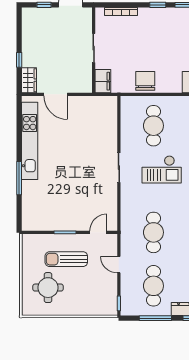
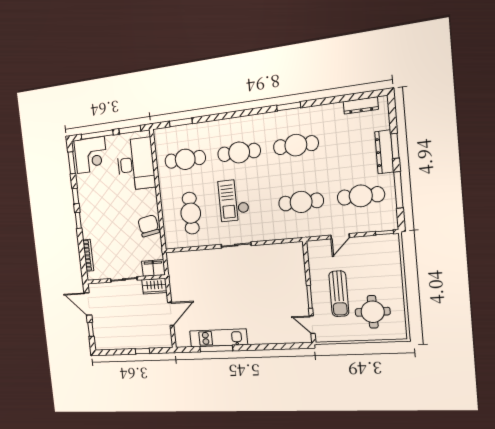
wardrobe: (29, 80) -> (154, 286), moved, turned 180
chair: (145, 81) -> (149, 226), turned 80
cafe table: (153, 126) -> (191, 213), turned 90
kitchen unit: (30, 141) -> (218, 338), width x0.73
checkout: (162, 169) -> (234, 200), turned 180
window: (19, 178) -> (216, 349), moved
door: (98, 232) -> (312, 325), moved

